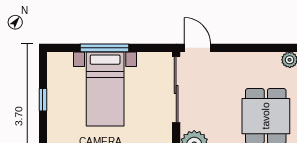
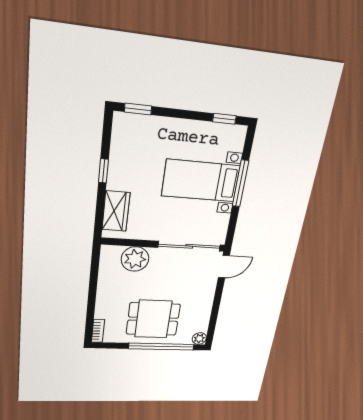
window: (43, 100) -> (224, 119), moved

